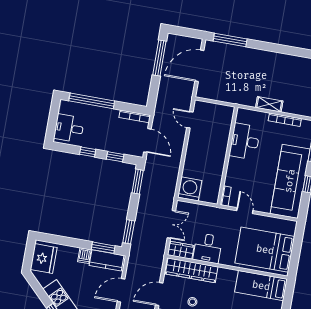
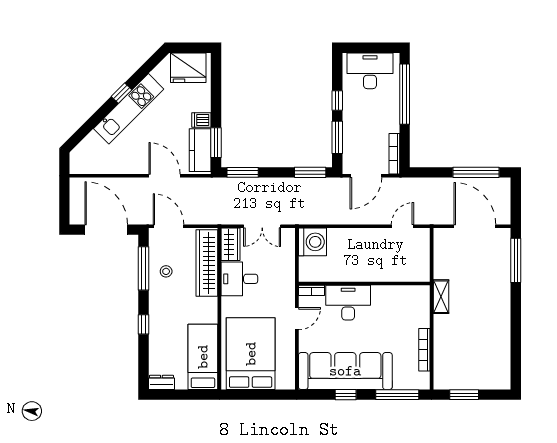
shelving: (269, 104) -> (441, 297), moved
desk: (69, 128) -> (370, 71), width x1.37
desk: (245, 141) -> (348, 303), moved
window: (115, 157) -> (337, 137), width x1.50

